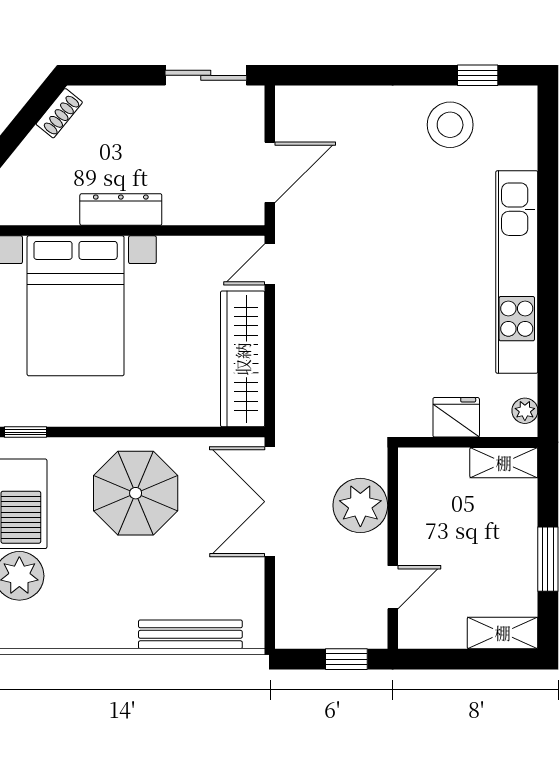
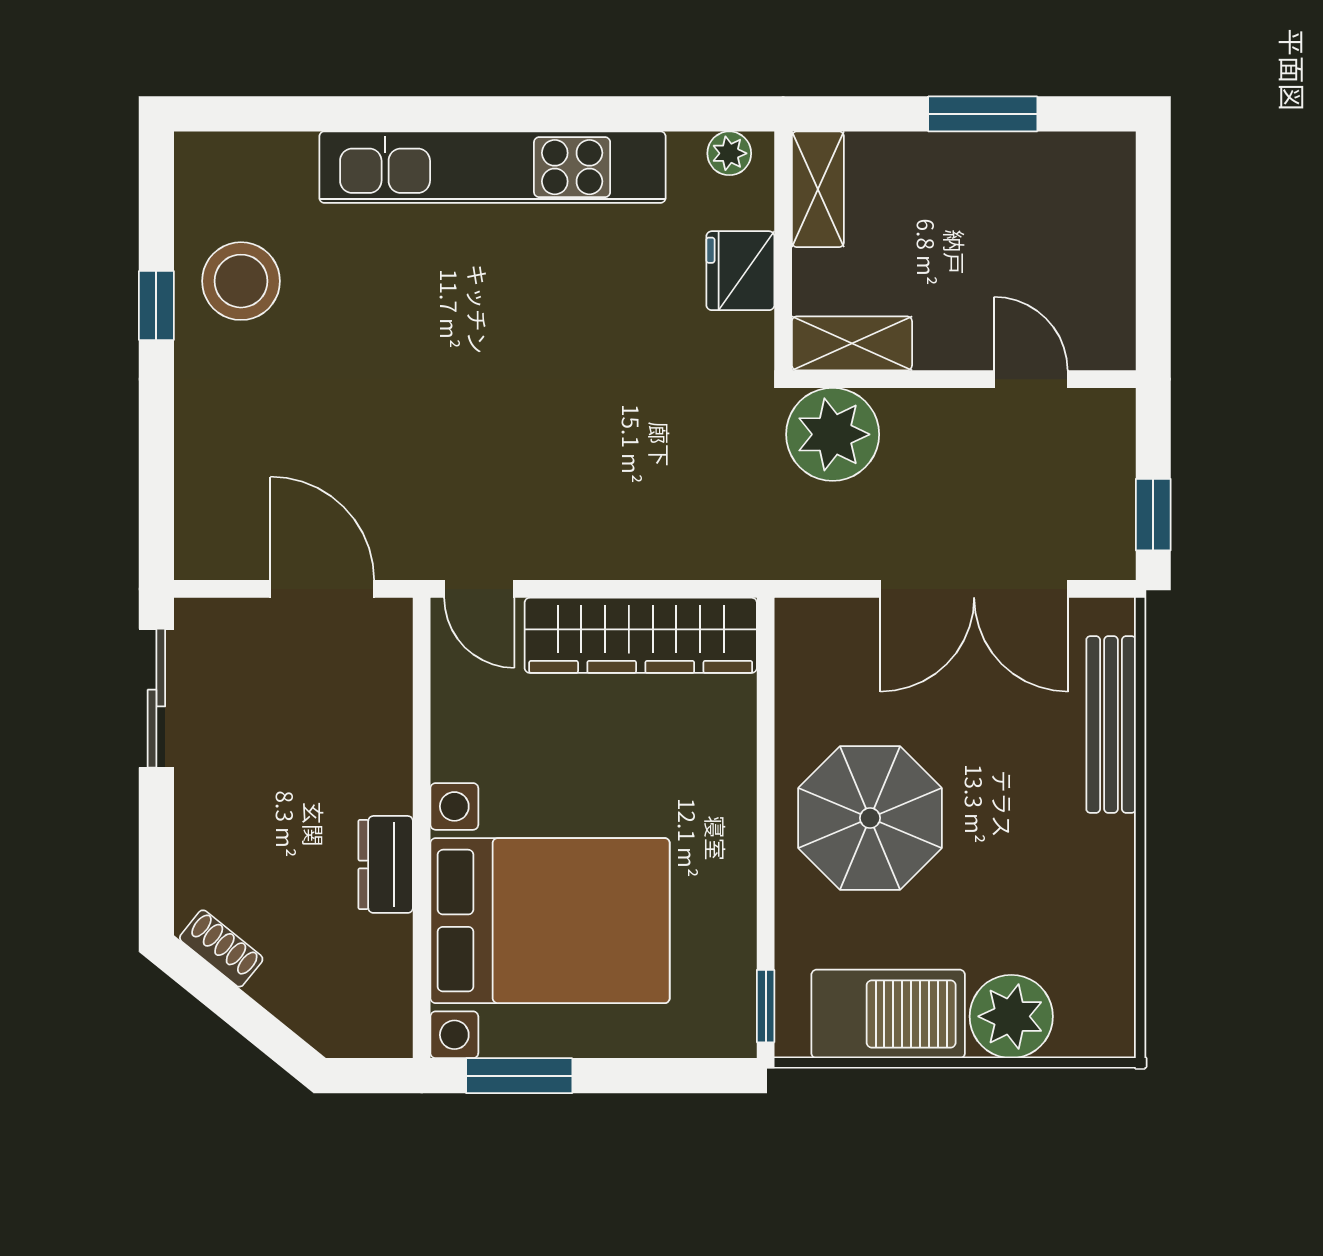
window: (478, 75) -> (156, 306), moved
dresser: (121, 209) -> (386, 864), width x0.70
double door: (270, 502) -> (974, 589), moved
plant: (360, 505) -> (833, 434), moved
shelving: (503, 633) -> (852, 343), moved, turned 90
window: (346, 659) -> (1153, 515), moved

